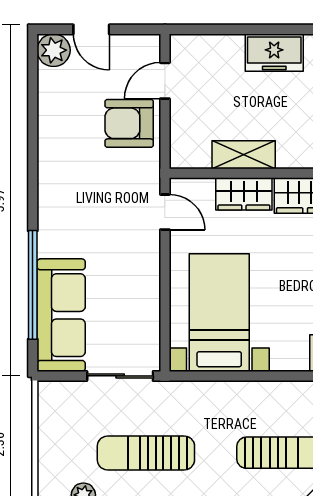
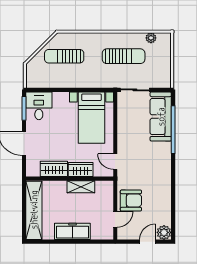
door: (91, 29) -> (147, 242), hinge flipped
freezer: (274, 53) -> (72, 231), width x1.40

